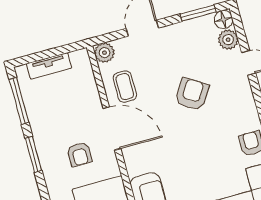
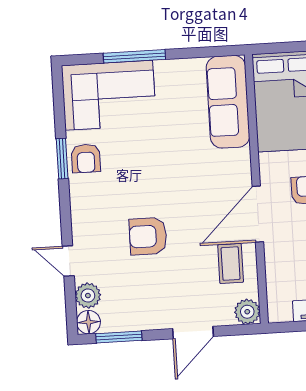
armchair: (192, 94) -> (148, 236), turned 58
door: (112, 128) -> (258, 214), hinge flipped

